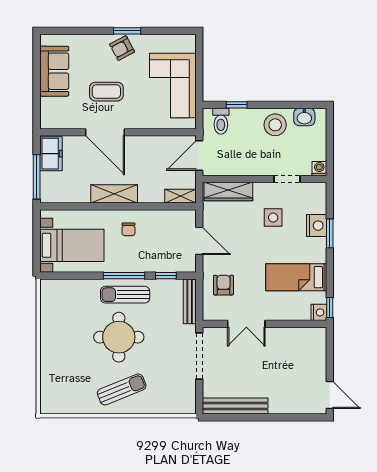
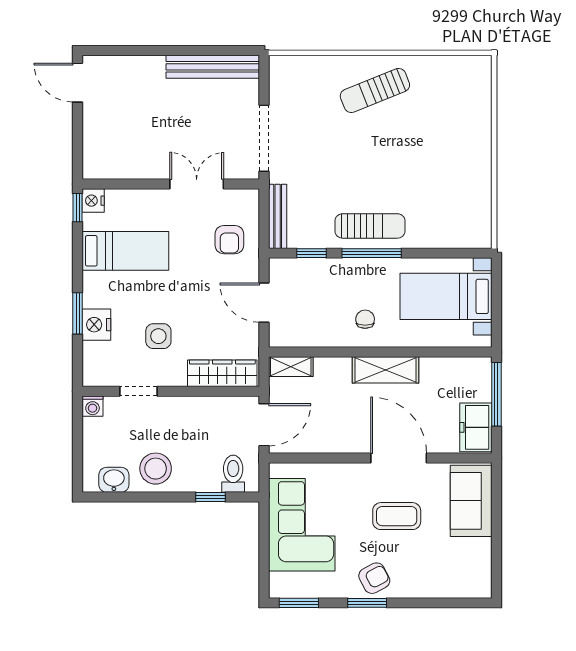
window: (175, 31) -> (299, 603), added
sofa: (54, 71) -> (471, 501), moved
round table: (119, 337) -> (379, 165), removed

